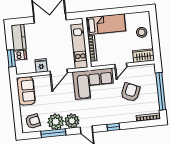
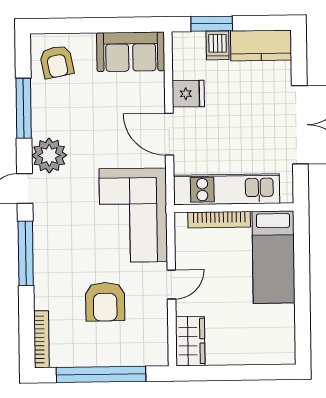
stool: (142, 32) -> (246, 341), removed
door: (121, 65) -> (171, 284), swing flipped
armchair: (130, 92) -> (105, 302), turned 67
plant: (56, 122) -> (51, 116), removed
window: (113, 127) -> (26, 253), width x2.17

